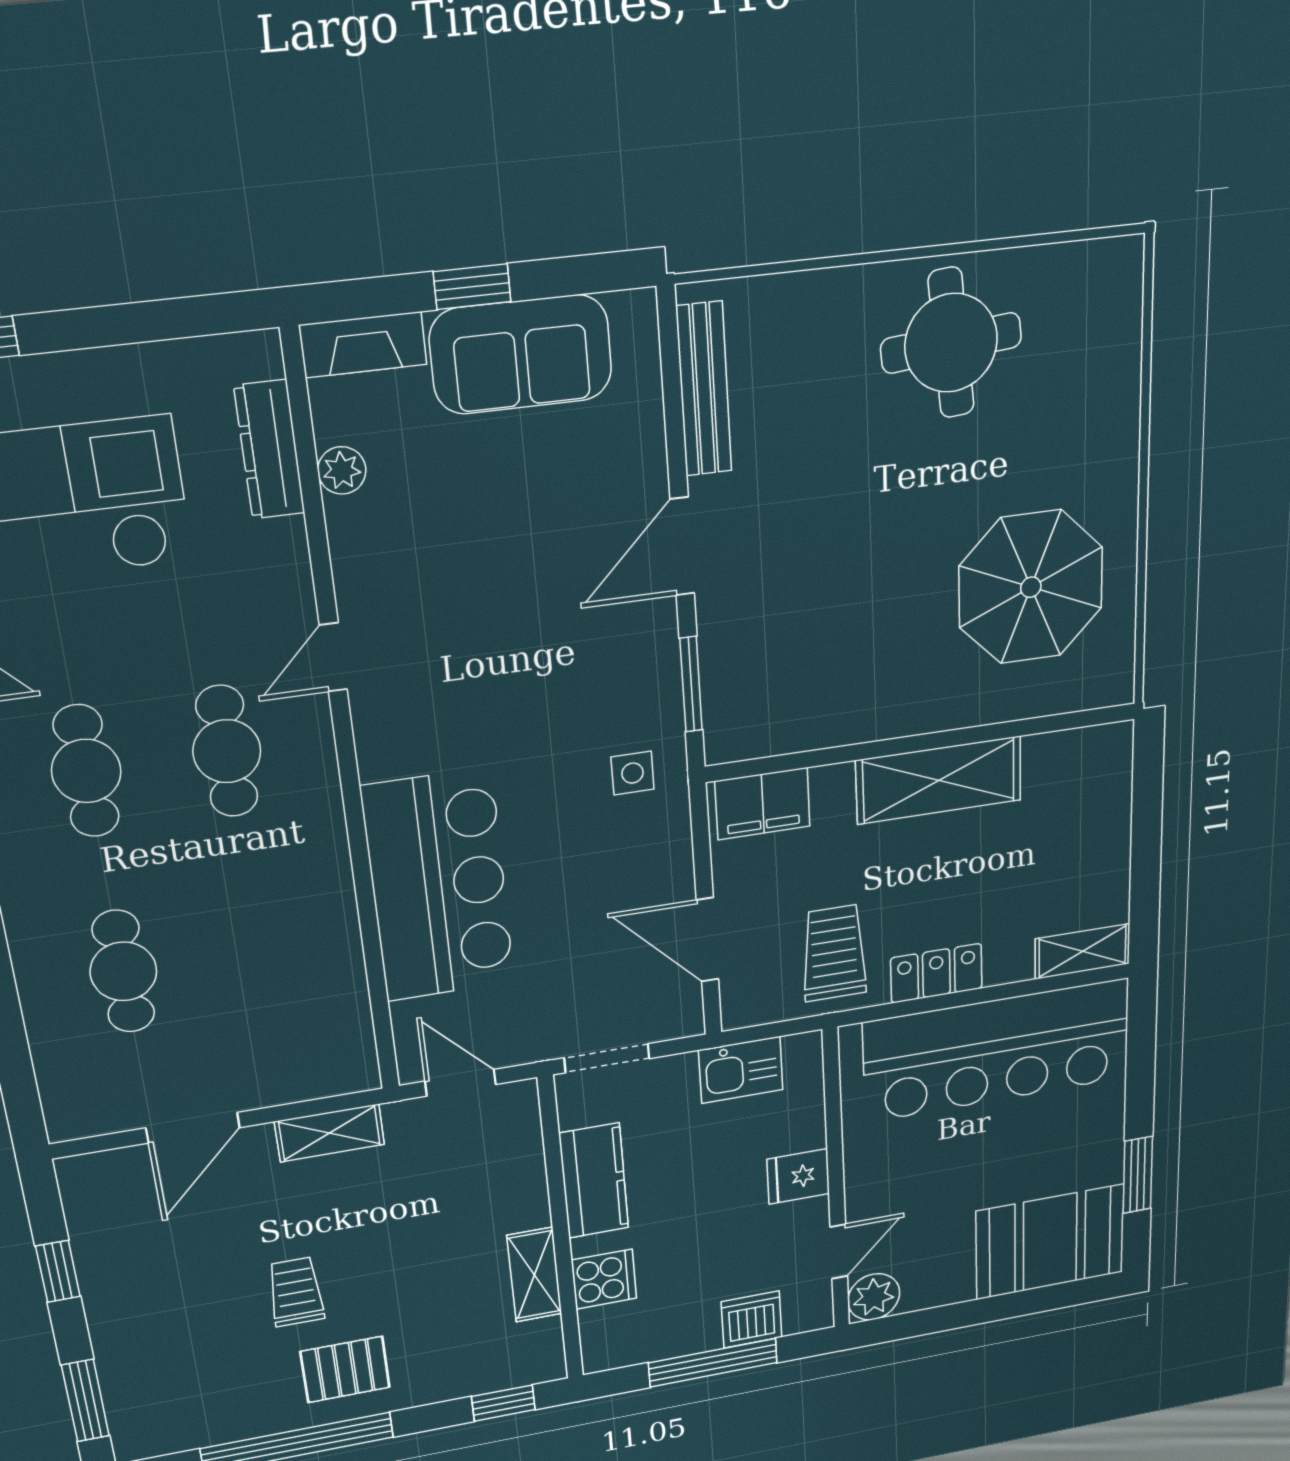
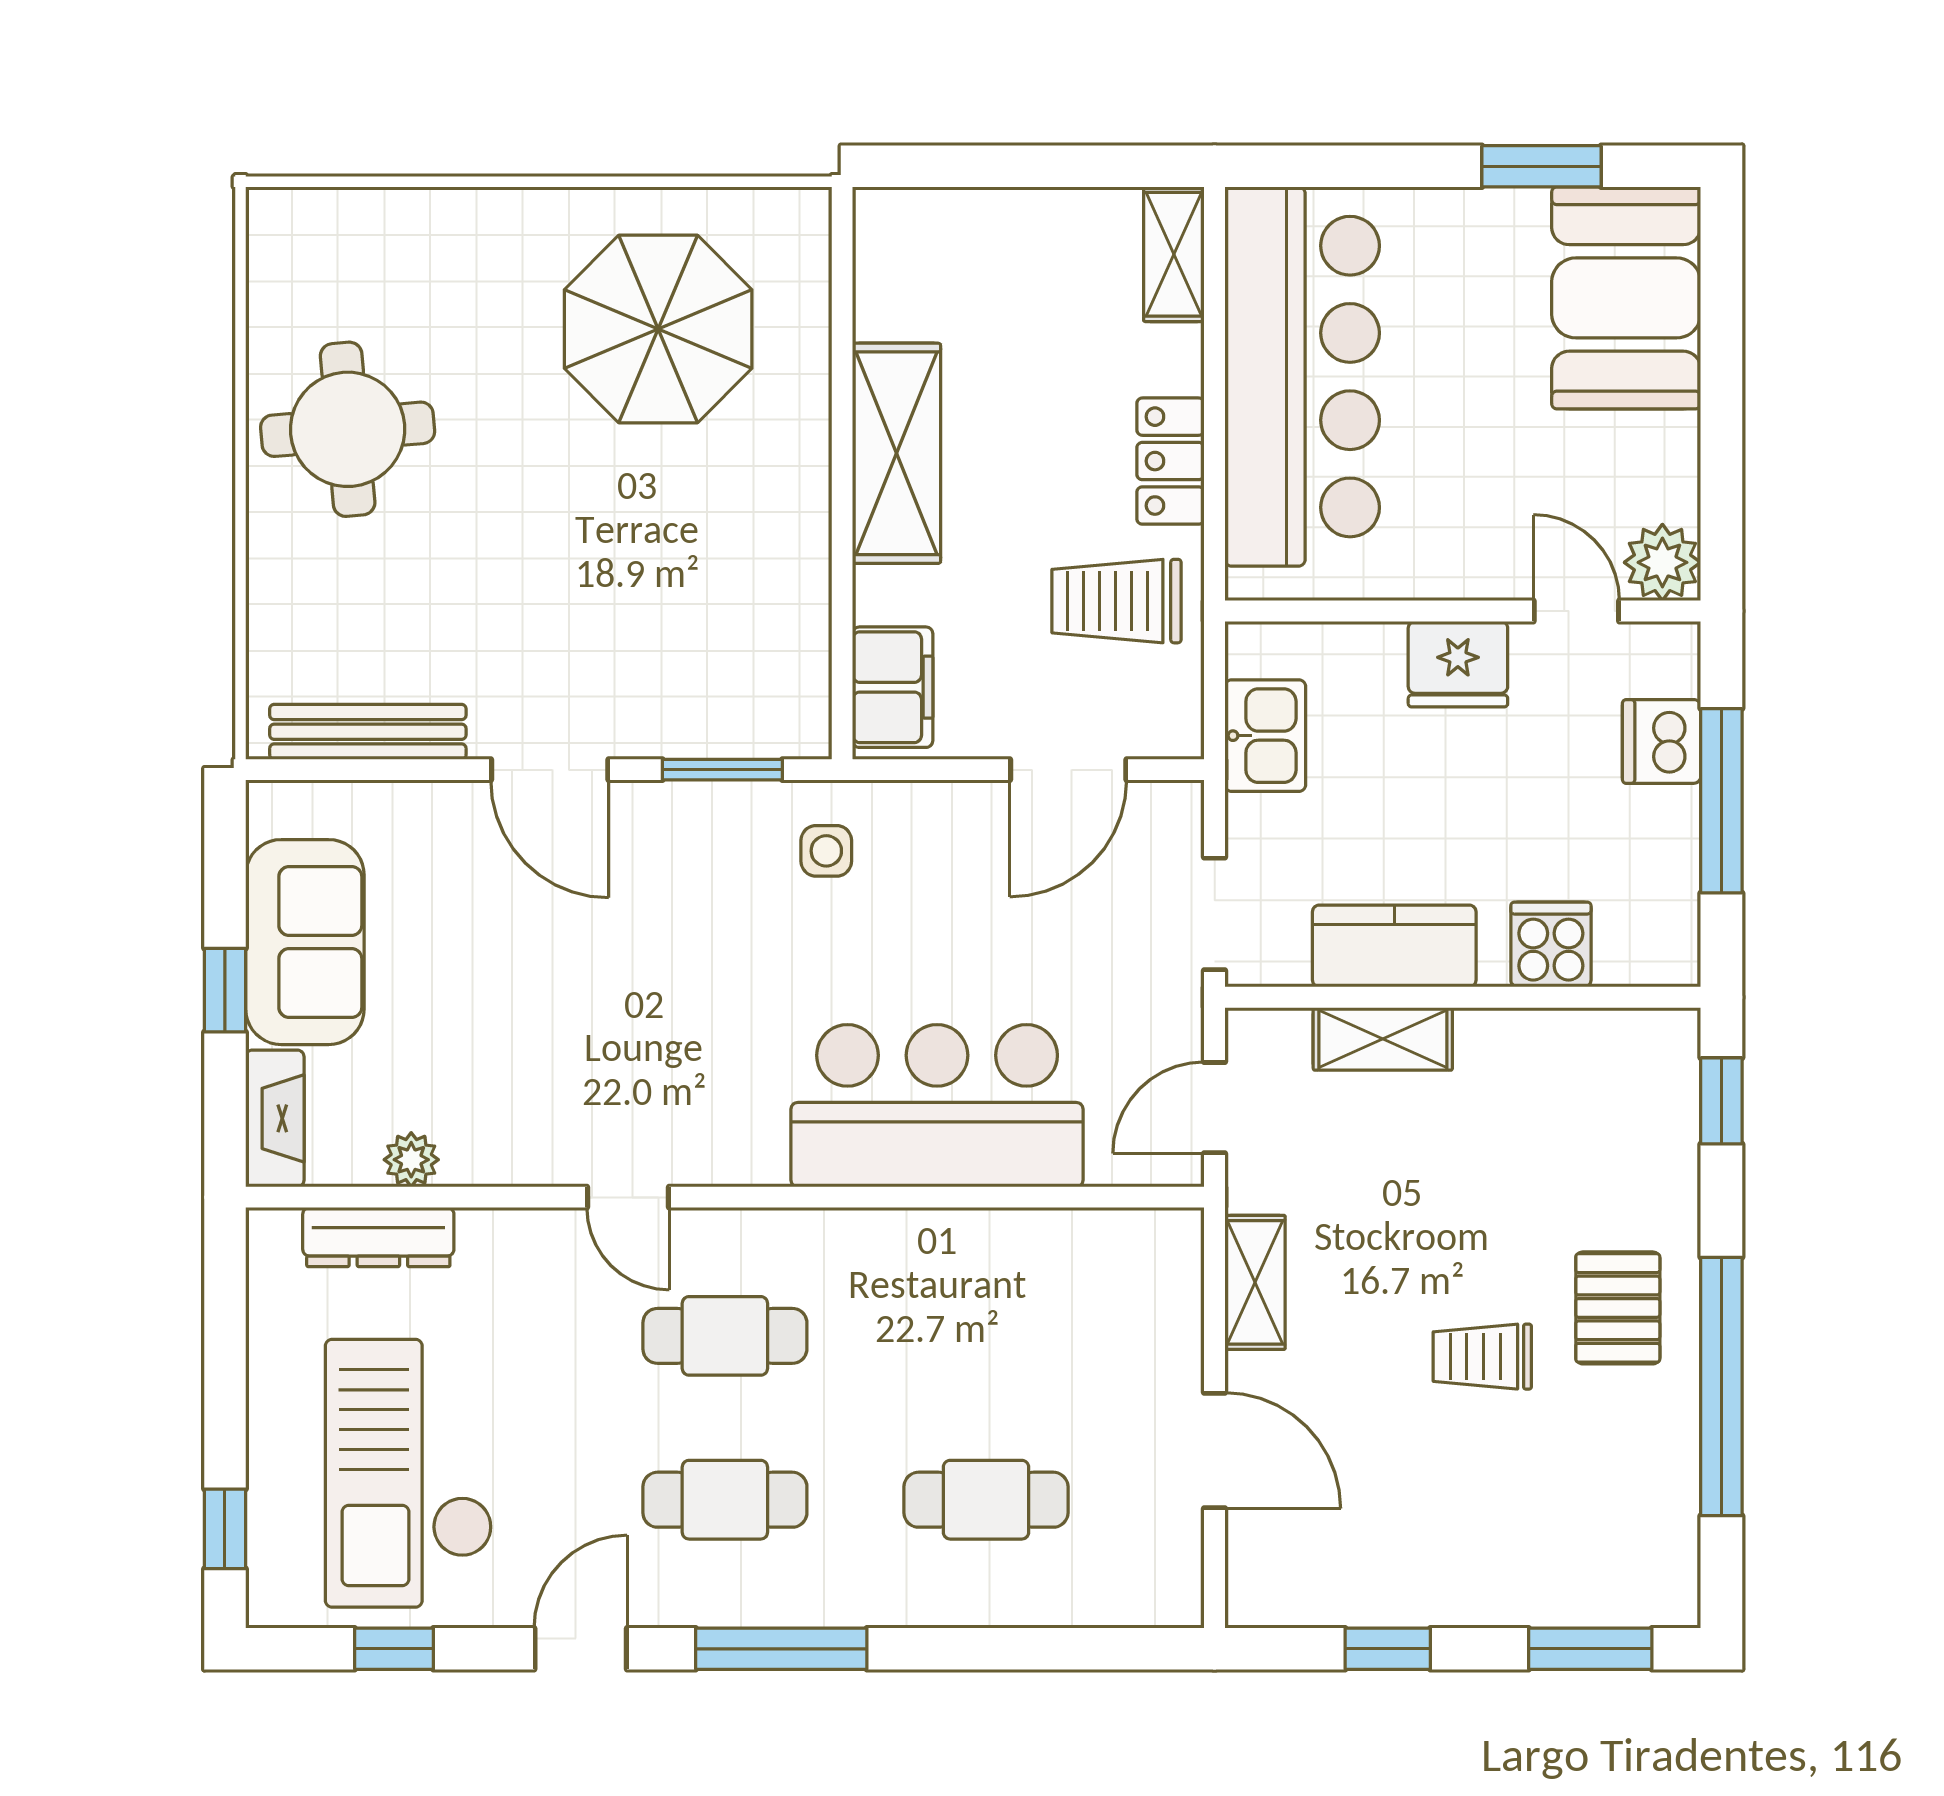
fridge: (798, 1177) -> (1458, 664), width x1.38
shelving: (534, 1275) -> (1383, 1039), moved

